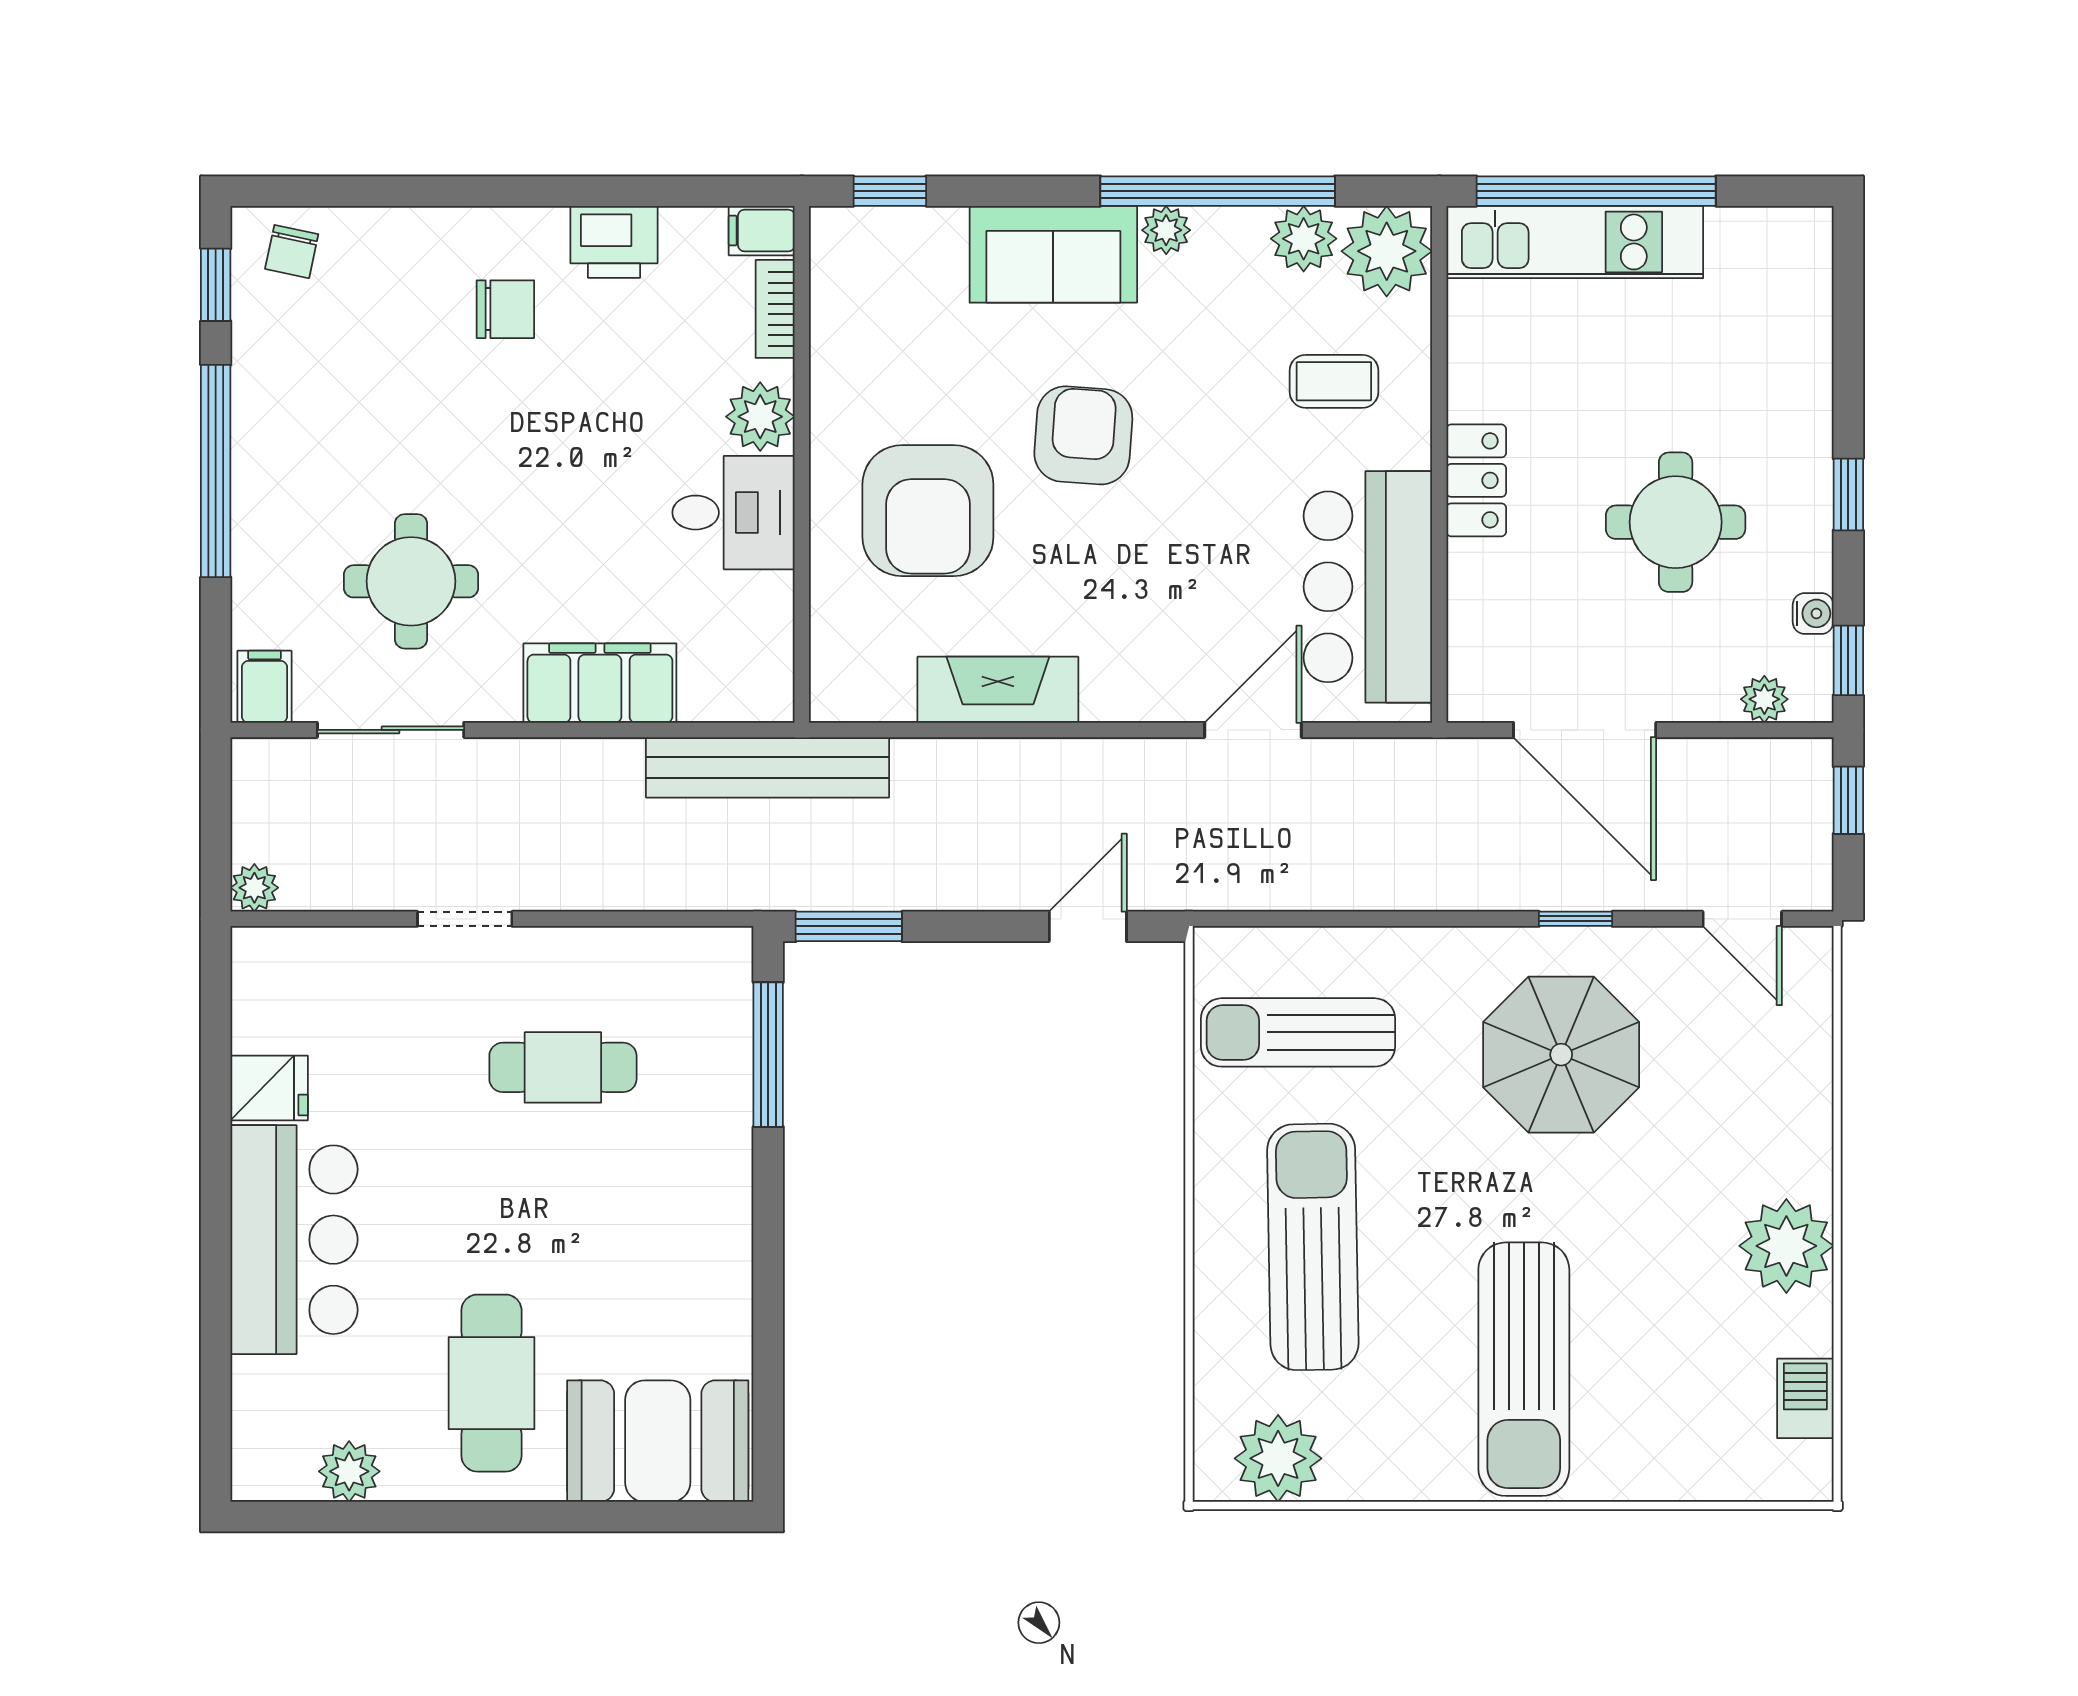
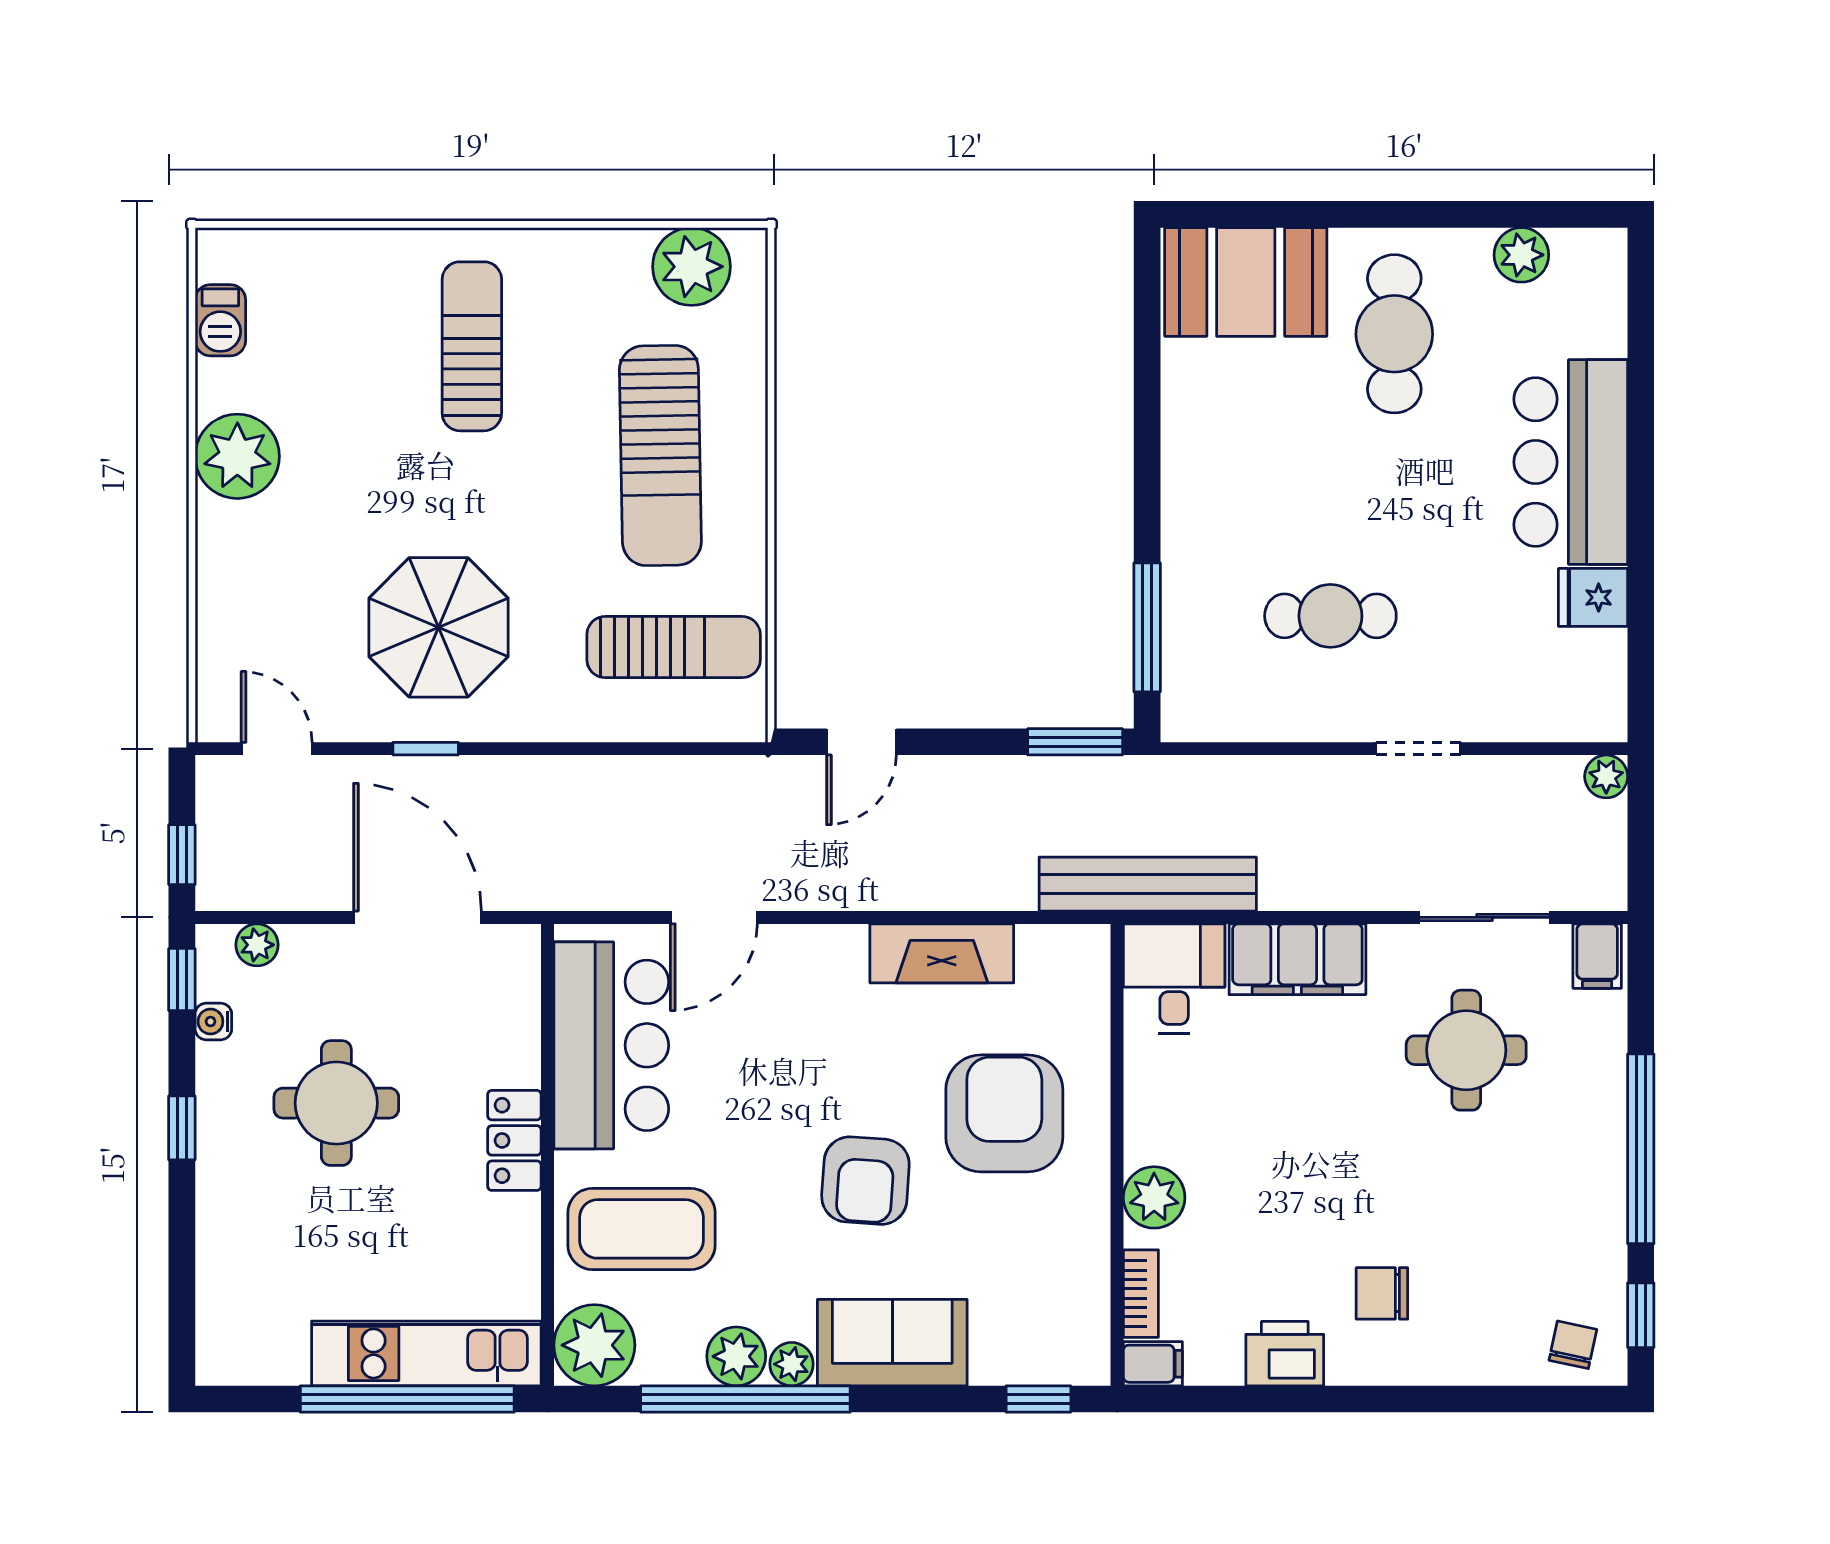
plant: (1304, 239) -> (736, 1356), moved
coffee table: (1334, 381) -> (641, 1229), width x1.86, depth x1.72
desk: (733, 513) -> (1174, 978), moved, turned 90
sun lounger: (1524, 1369) -> (472, 346), width x0.73, depth x0.75

